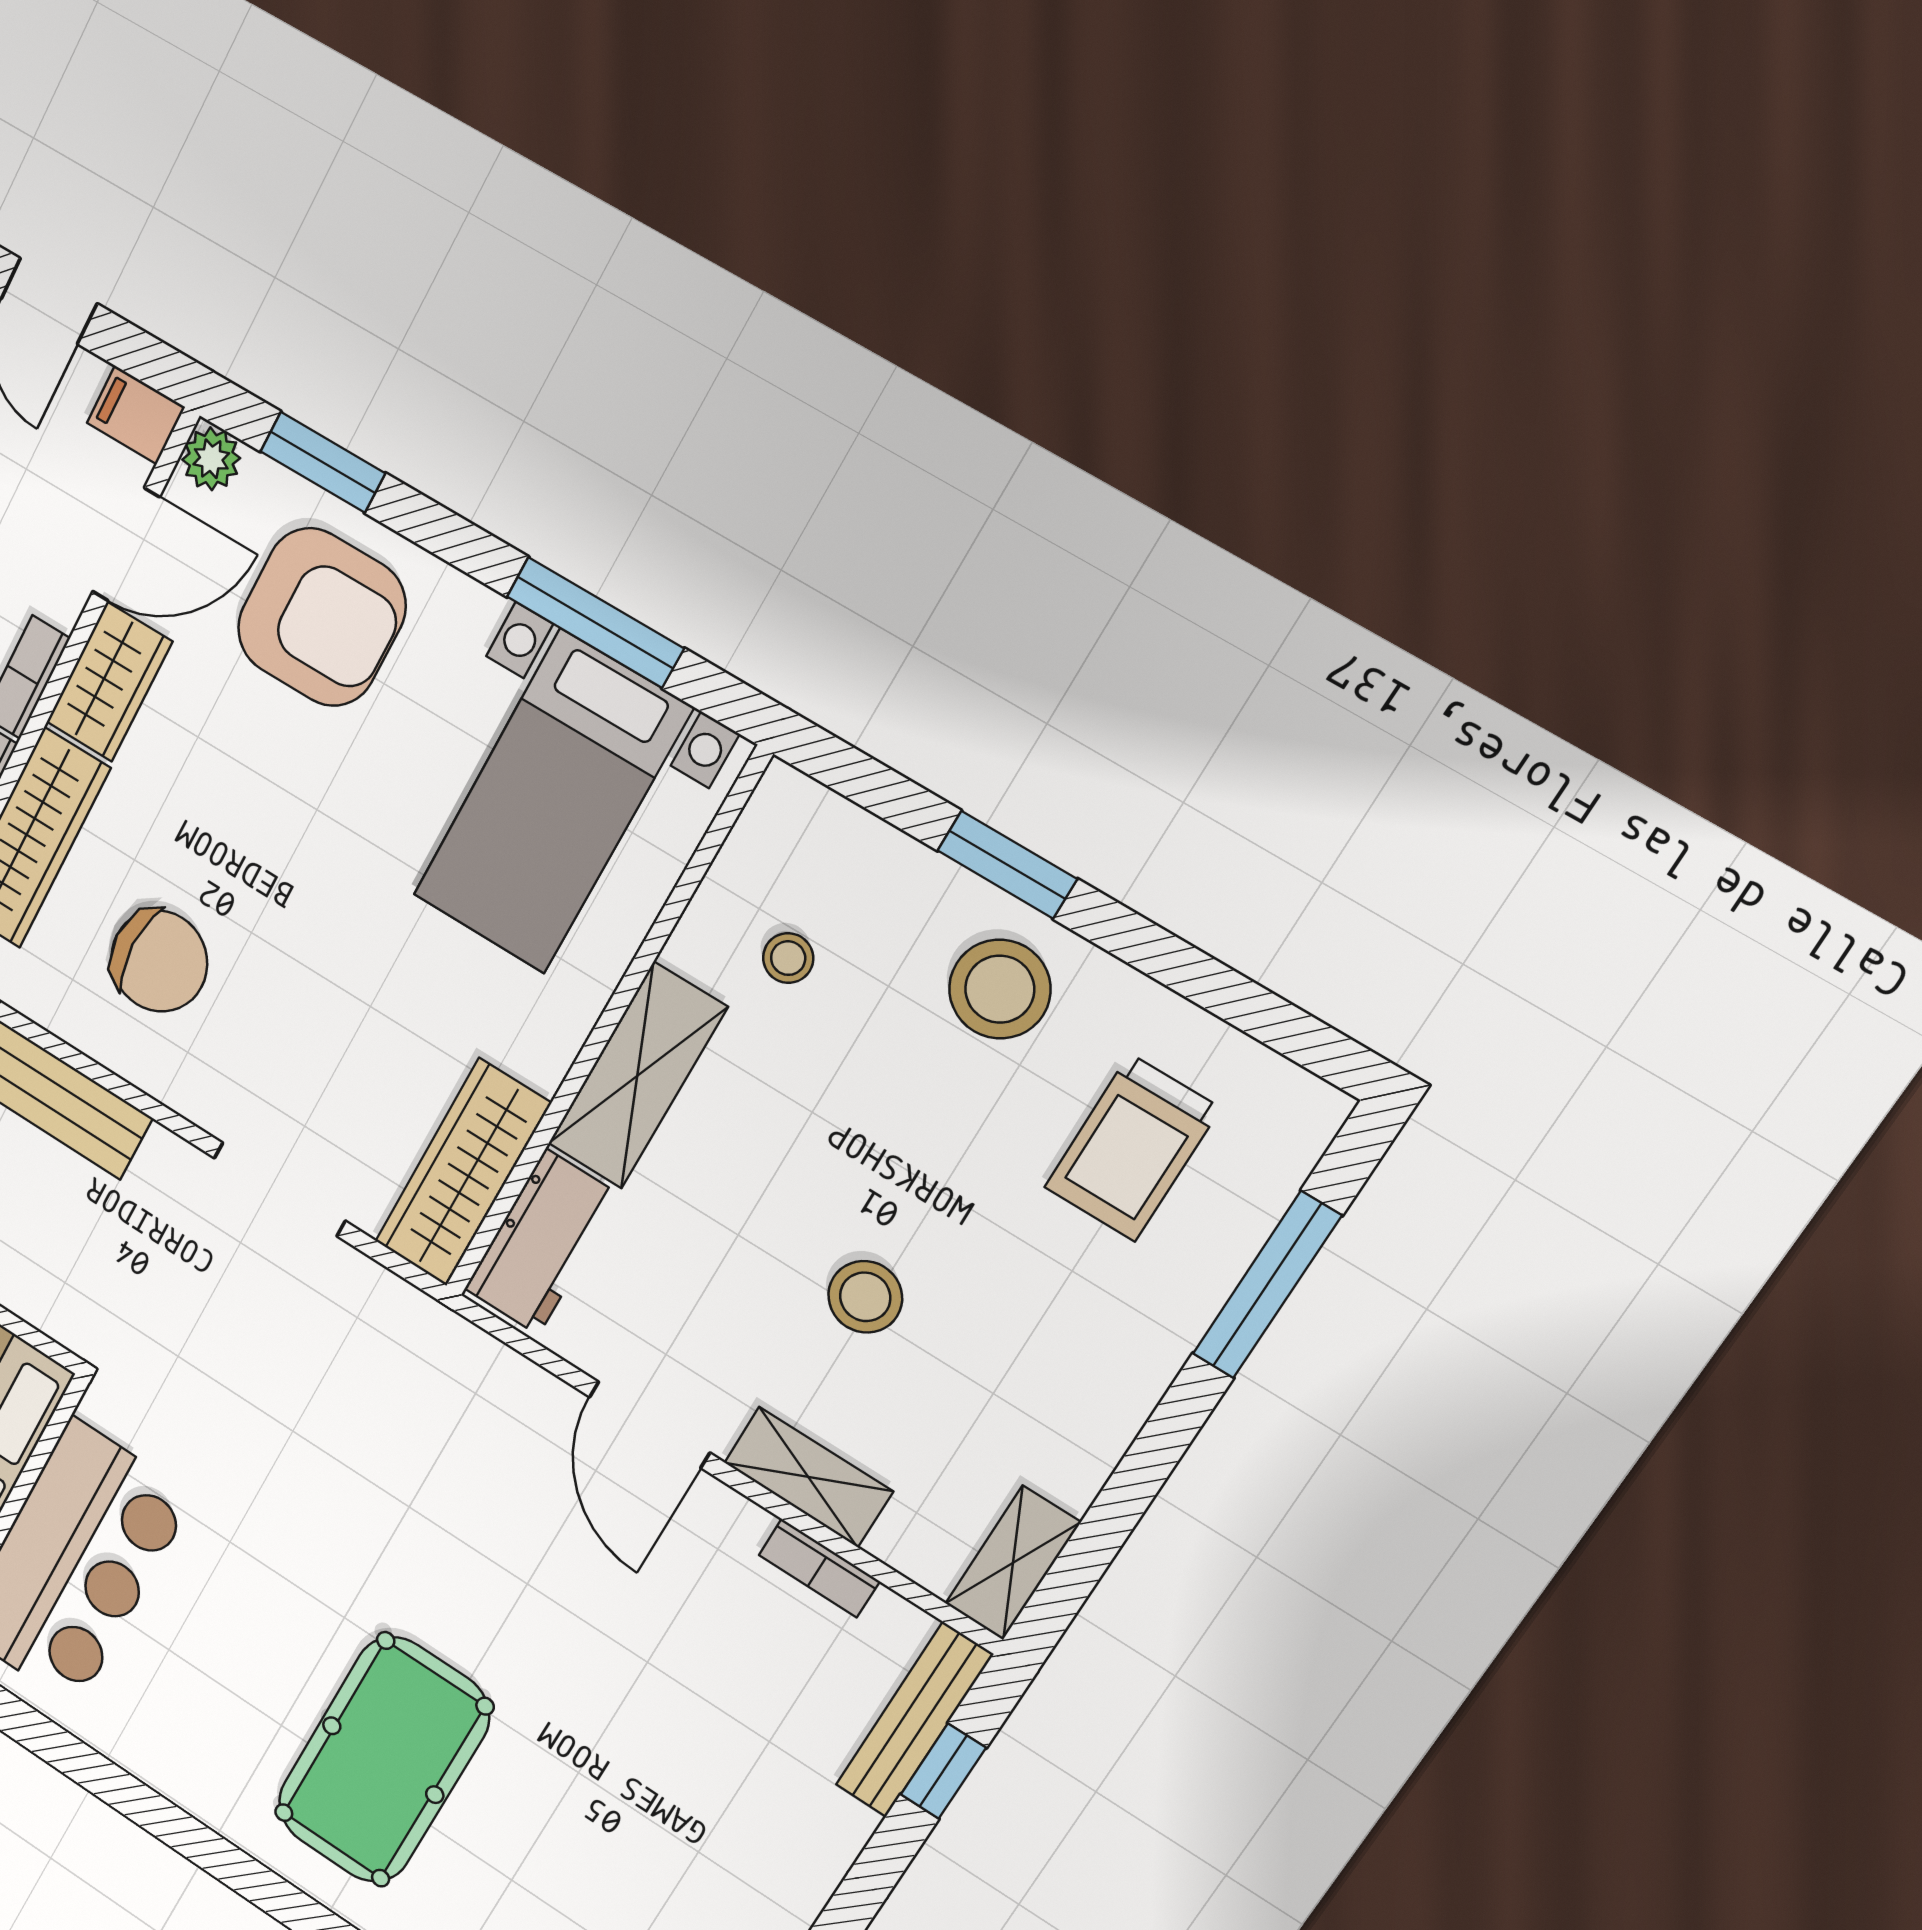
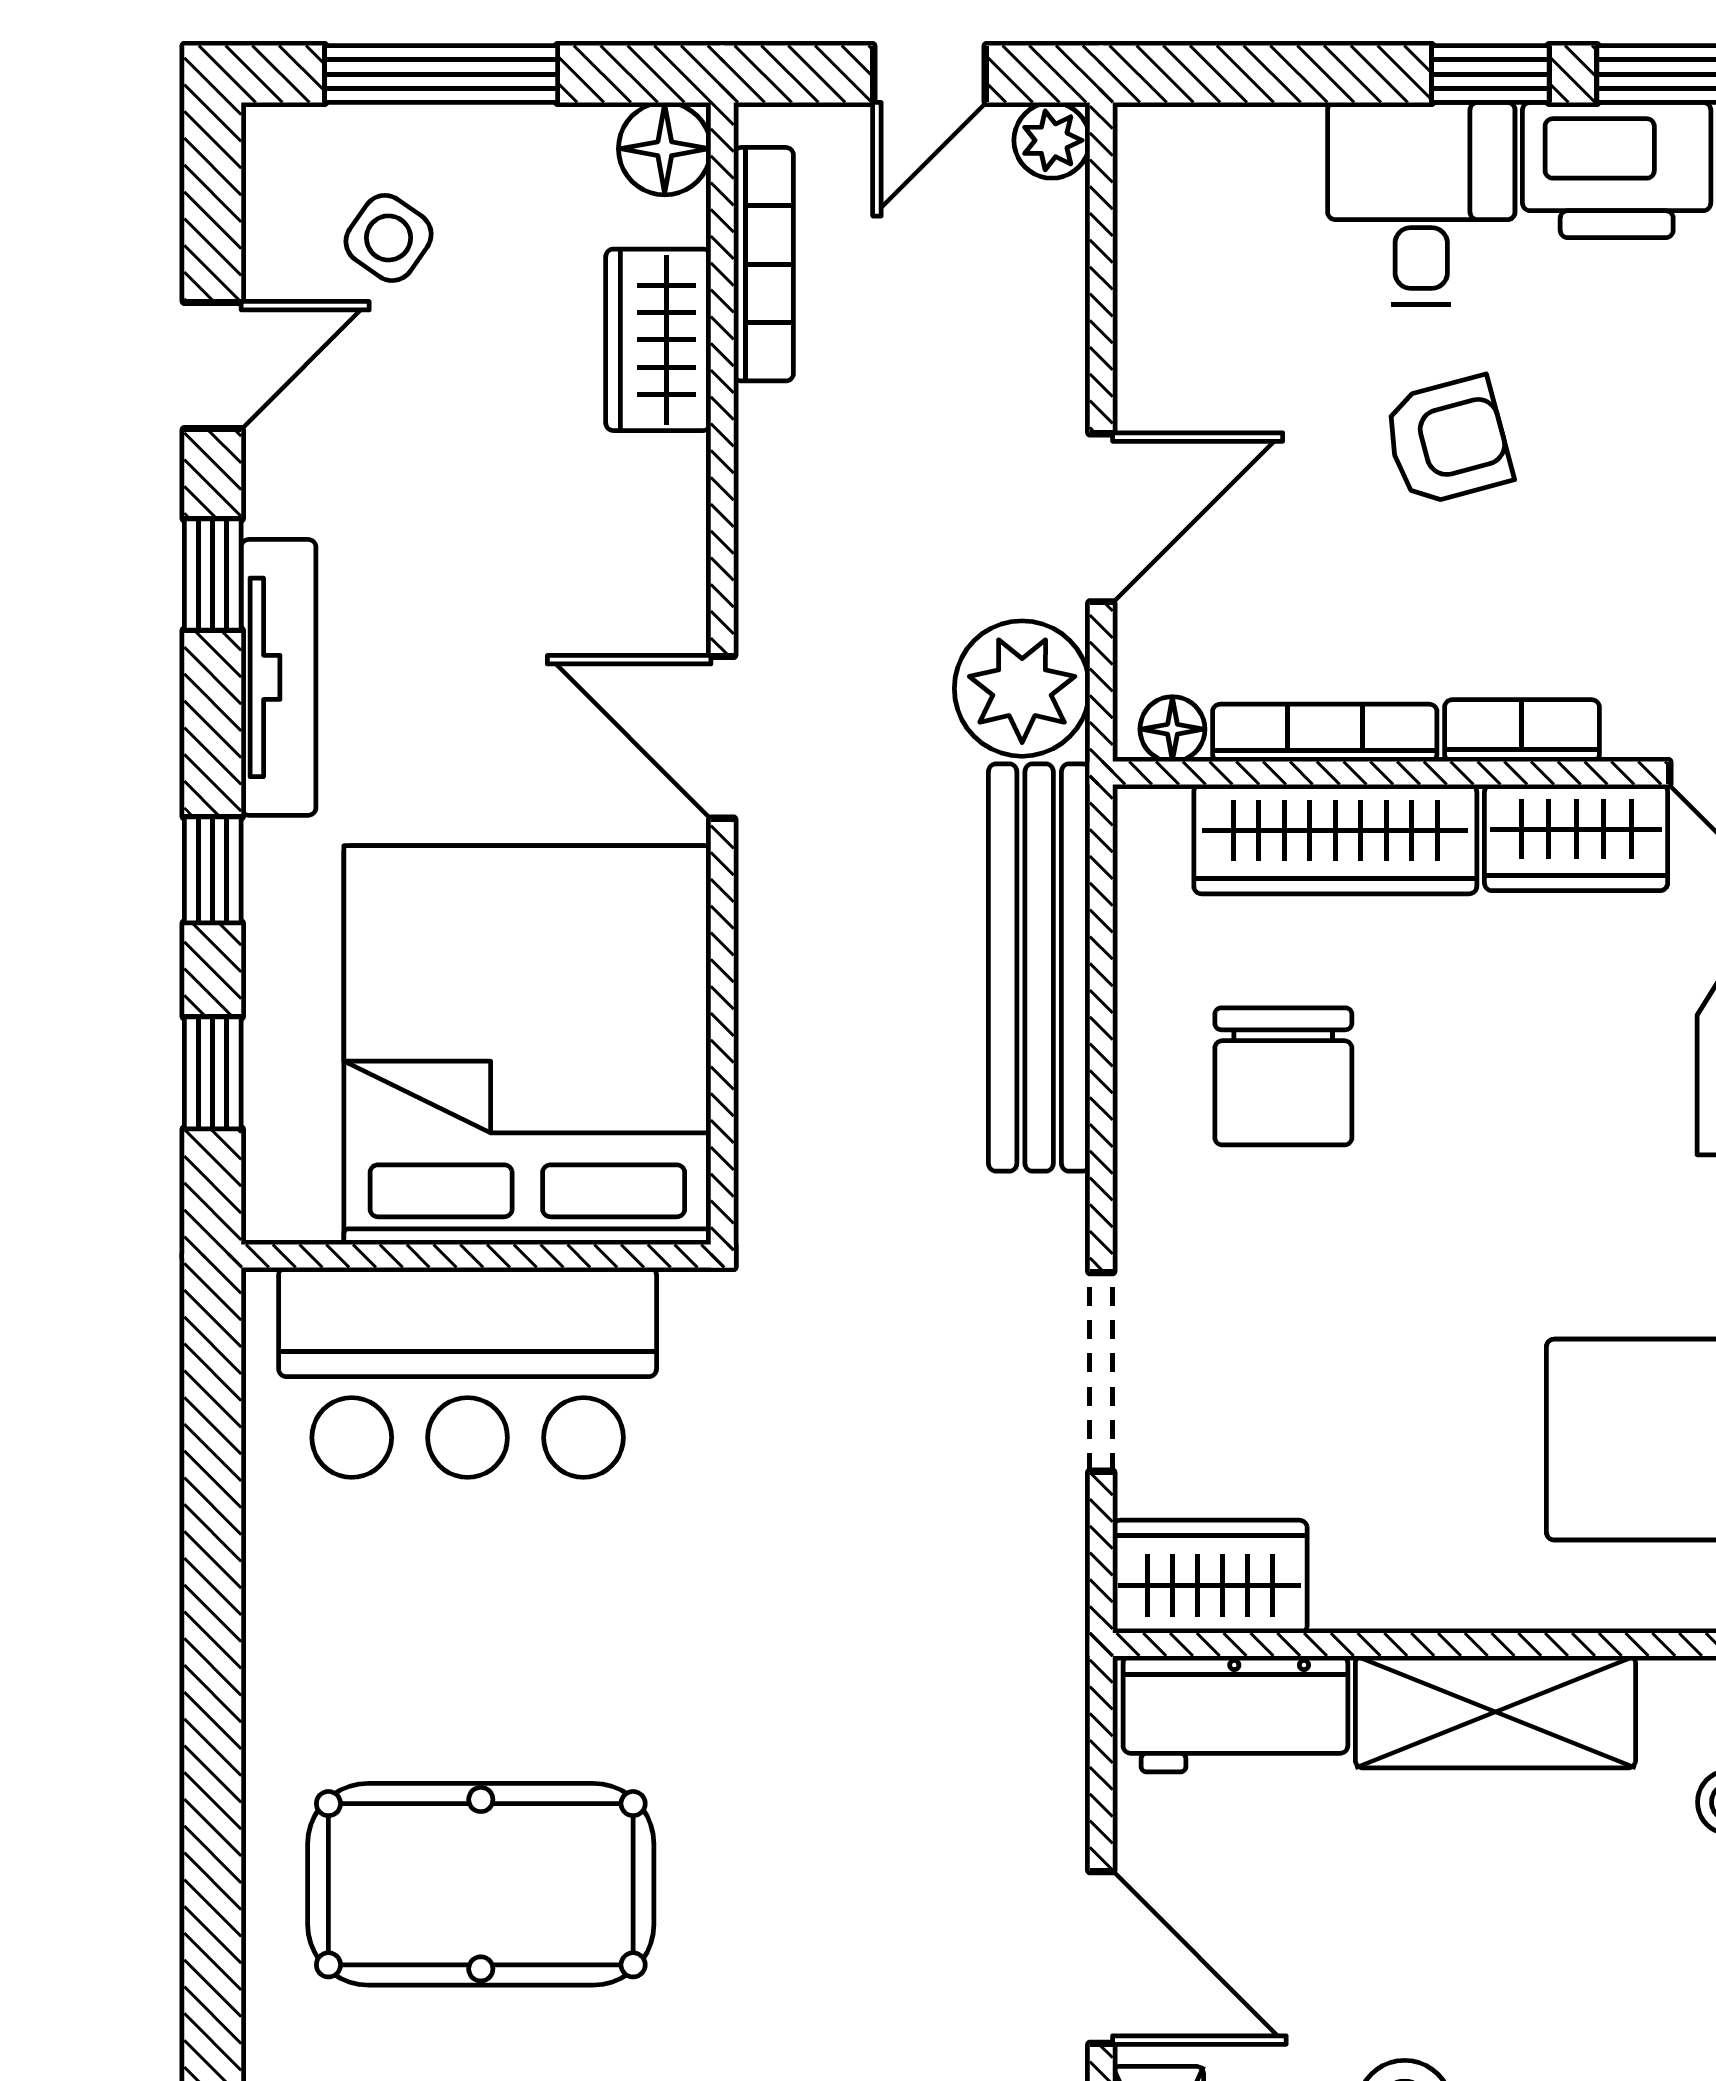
wardrobe: (463, 1173) -> (1210, 1577), width x0.67
door: (649, 1425) -> (1101, 1958), swing flipped

